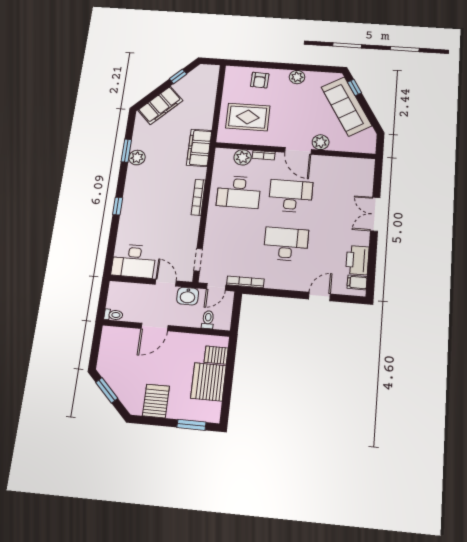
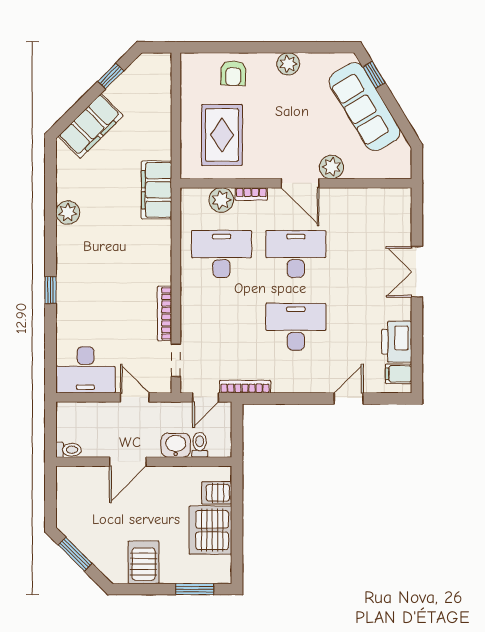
rug: (248, 117) -> (222, 135), turned 90
window: (126, 151) -> (51, 203), removed
desk: (239, 192) -> (222, 254), turned 180
bookcase: (198, 197) -> (165, 313), moved
washbasin: (188, 296) -> (176, 445), moved, turned 180

